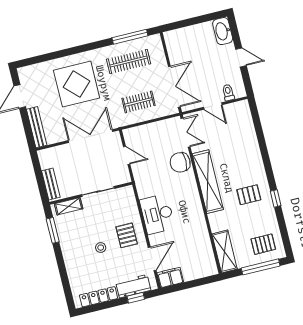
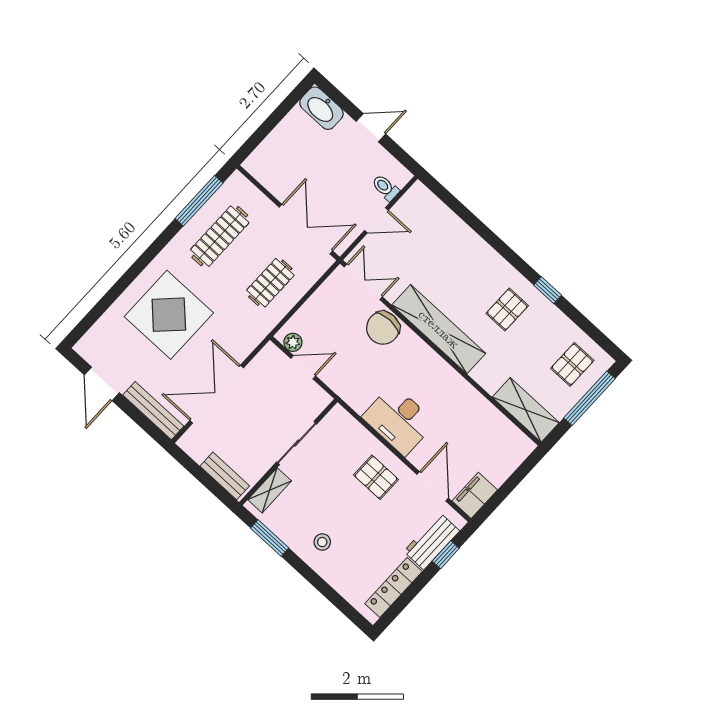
double door: (90, 136) -> (217, 394), moved
plant: (130, 140) -> (293, 342), added
stool: (101, 248) -> (322, 542), moved

